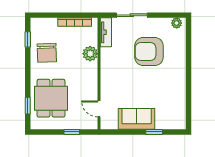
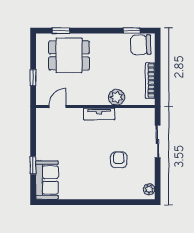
tv unit: (106, 32) -> (99, 114), moved
armchair: (149, 51) -> (119, 160), width x0.53, depth x0.53
chair: (47, 53) -> (141, 45), moved
sofa: (137, 119) -> (47, 180), moved

